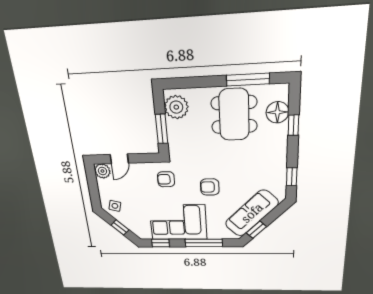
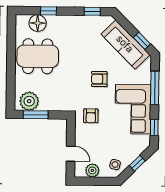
window: (248, 80) -> (11, 45), removed
window: (162, 129) -> (36, 115), moved
plant: (102, 171) -> (92, 170), moved
armchair: (210, 187) -> (99, 79), turned 90

